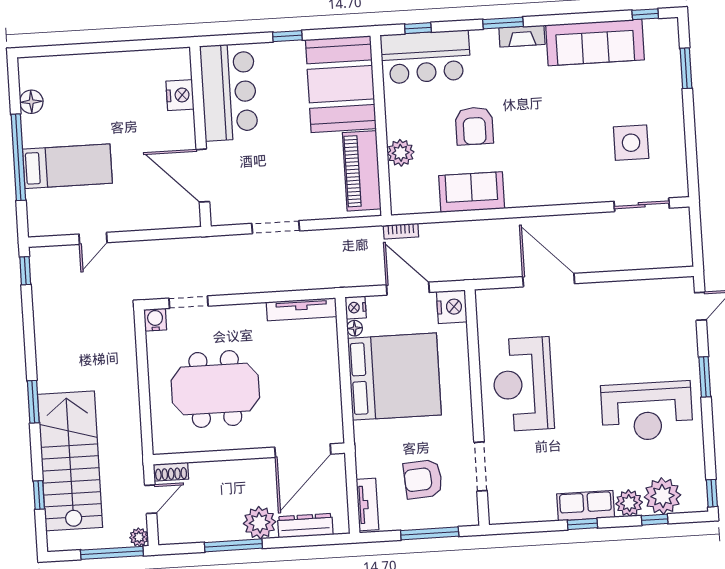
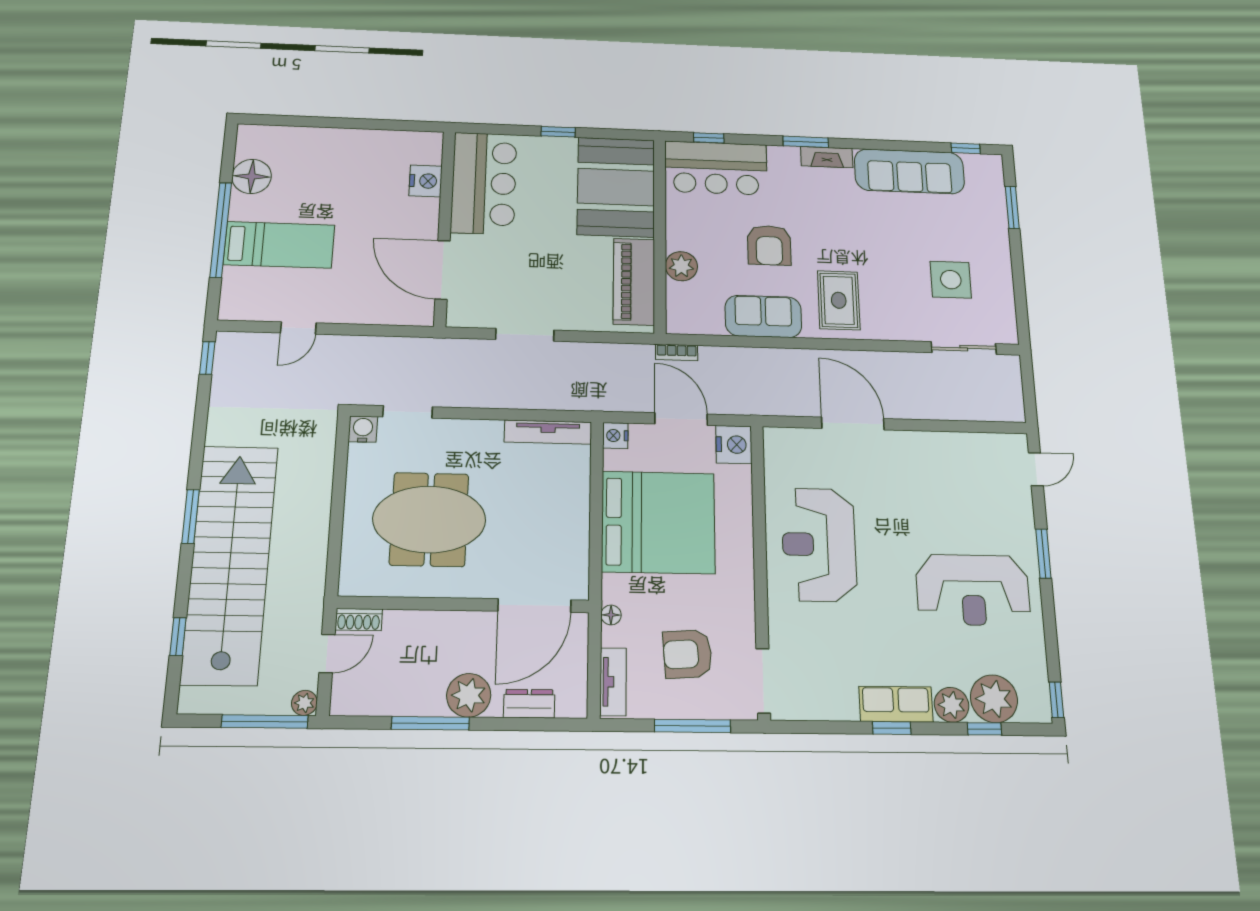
floor lamp: (31, 102) -> (252, 176), width x1.38, depth x1.38
rug: (535, 171) -> (839, 300), added
floor lamp: (355, 328) -> (611, 615), moved
stairs: (70, 461) -> (230, 563), width x1.36
doorway: (481, 466) -> (763, 681), moved
dresser: (305, 526) -> (529, 704), width x0.70

